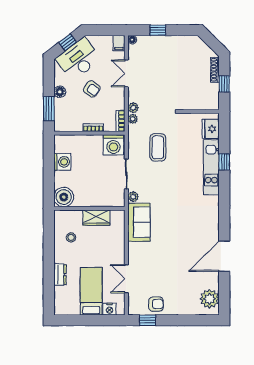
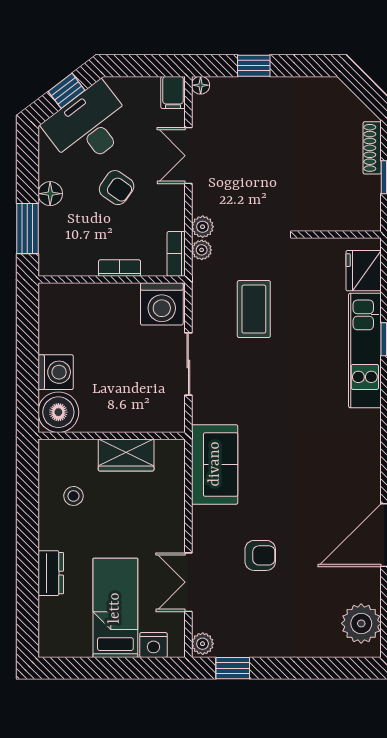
washing machine: (62, 162) -> (56, 372), moved
plant: (133, 197) -> (203, 644), moved
armchair: (156, 304) -> (260, 555), moved

